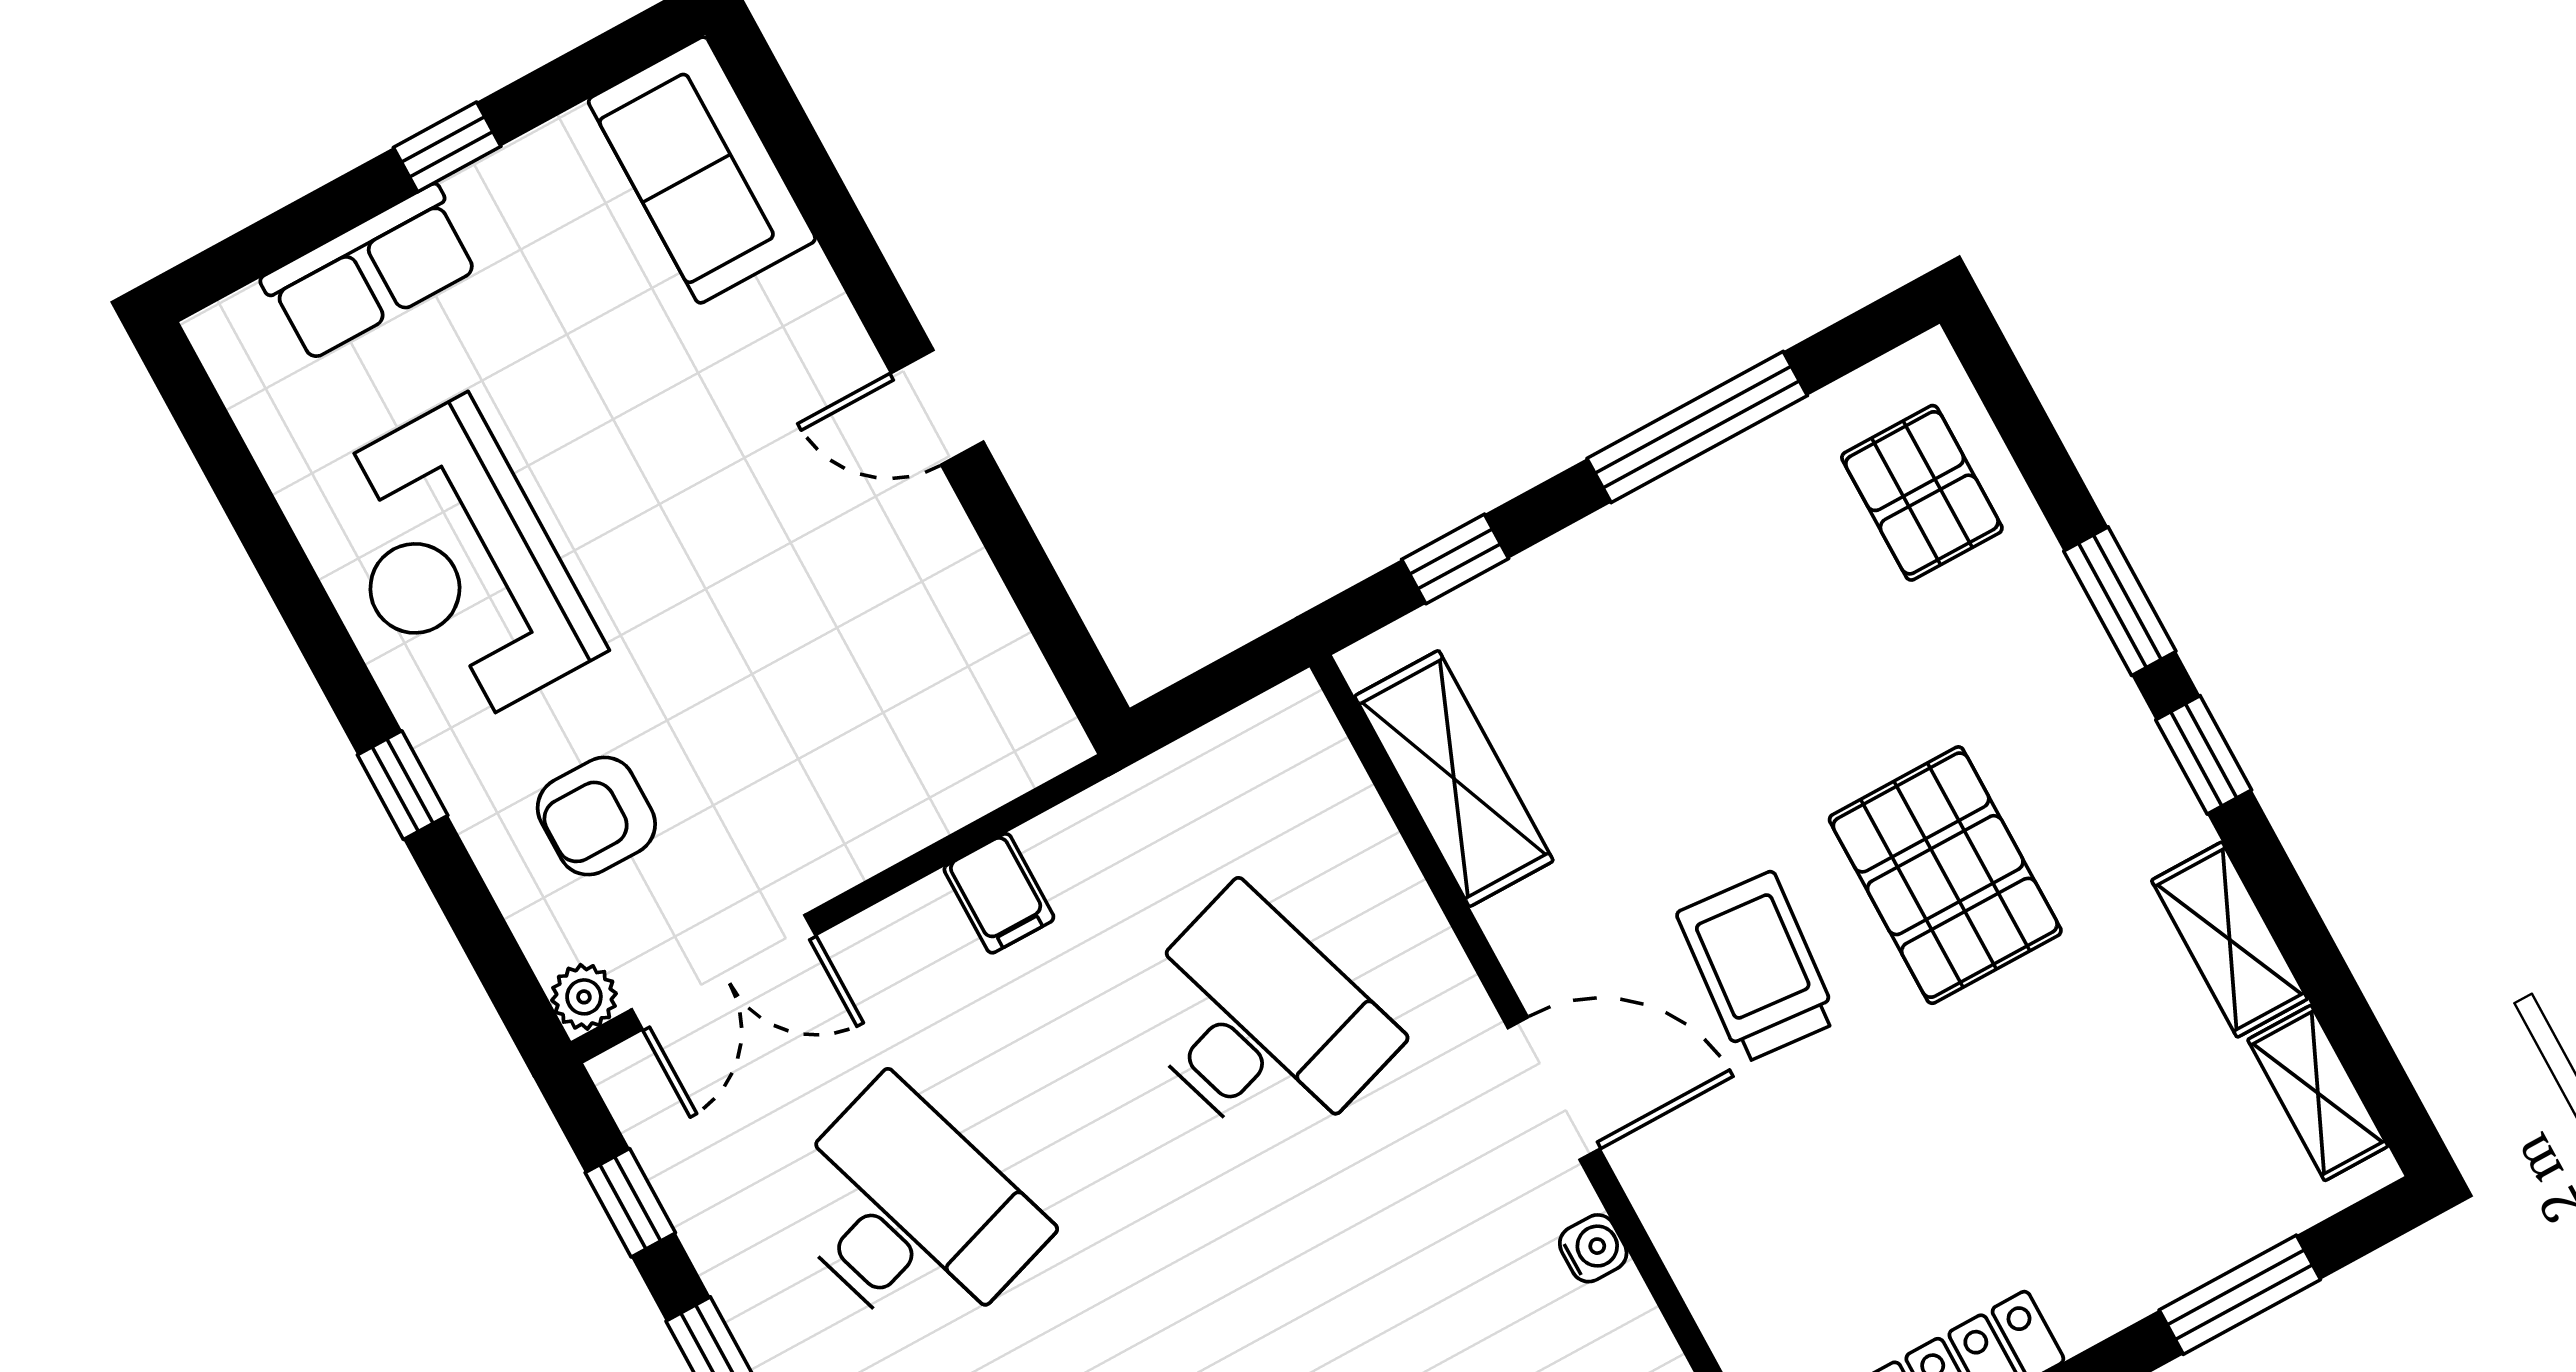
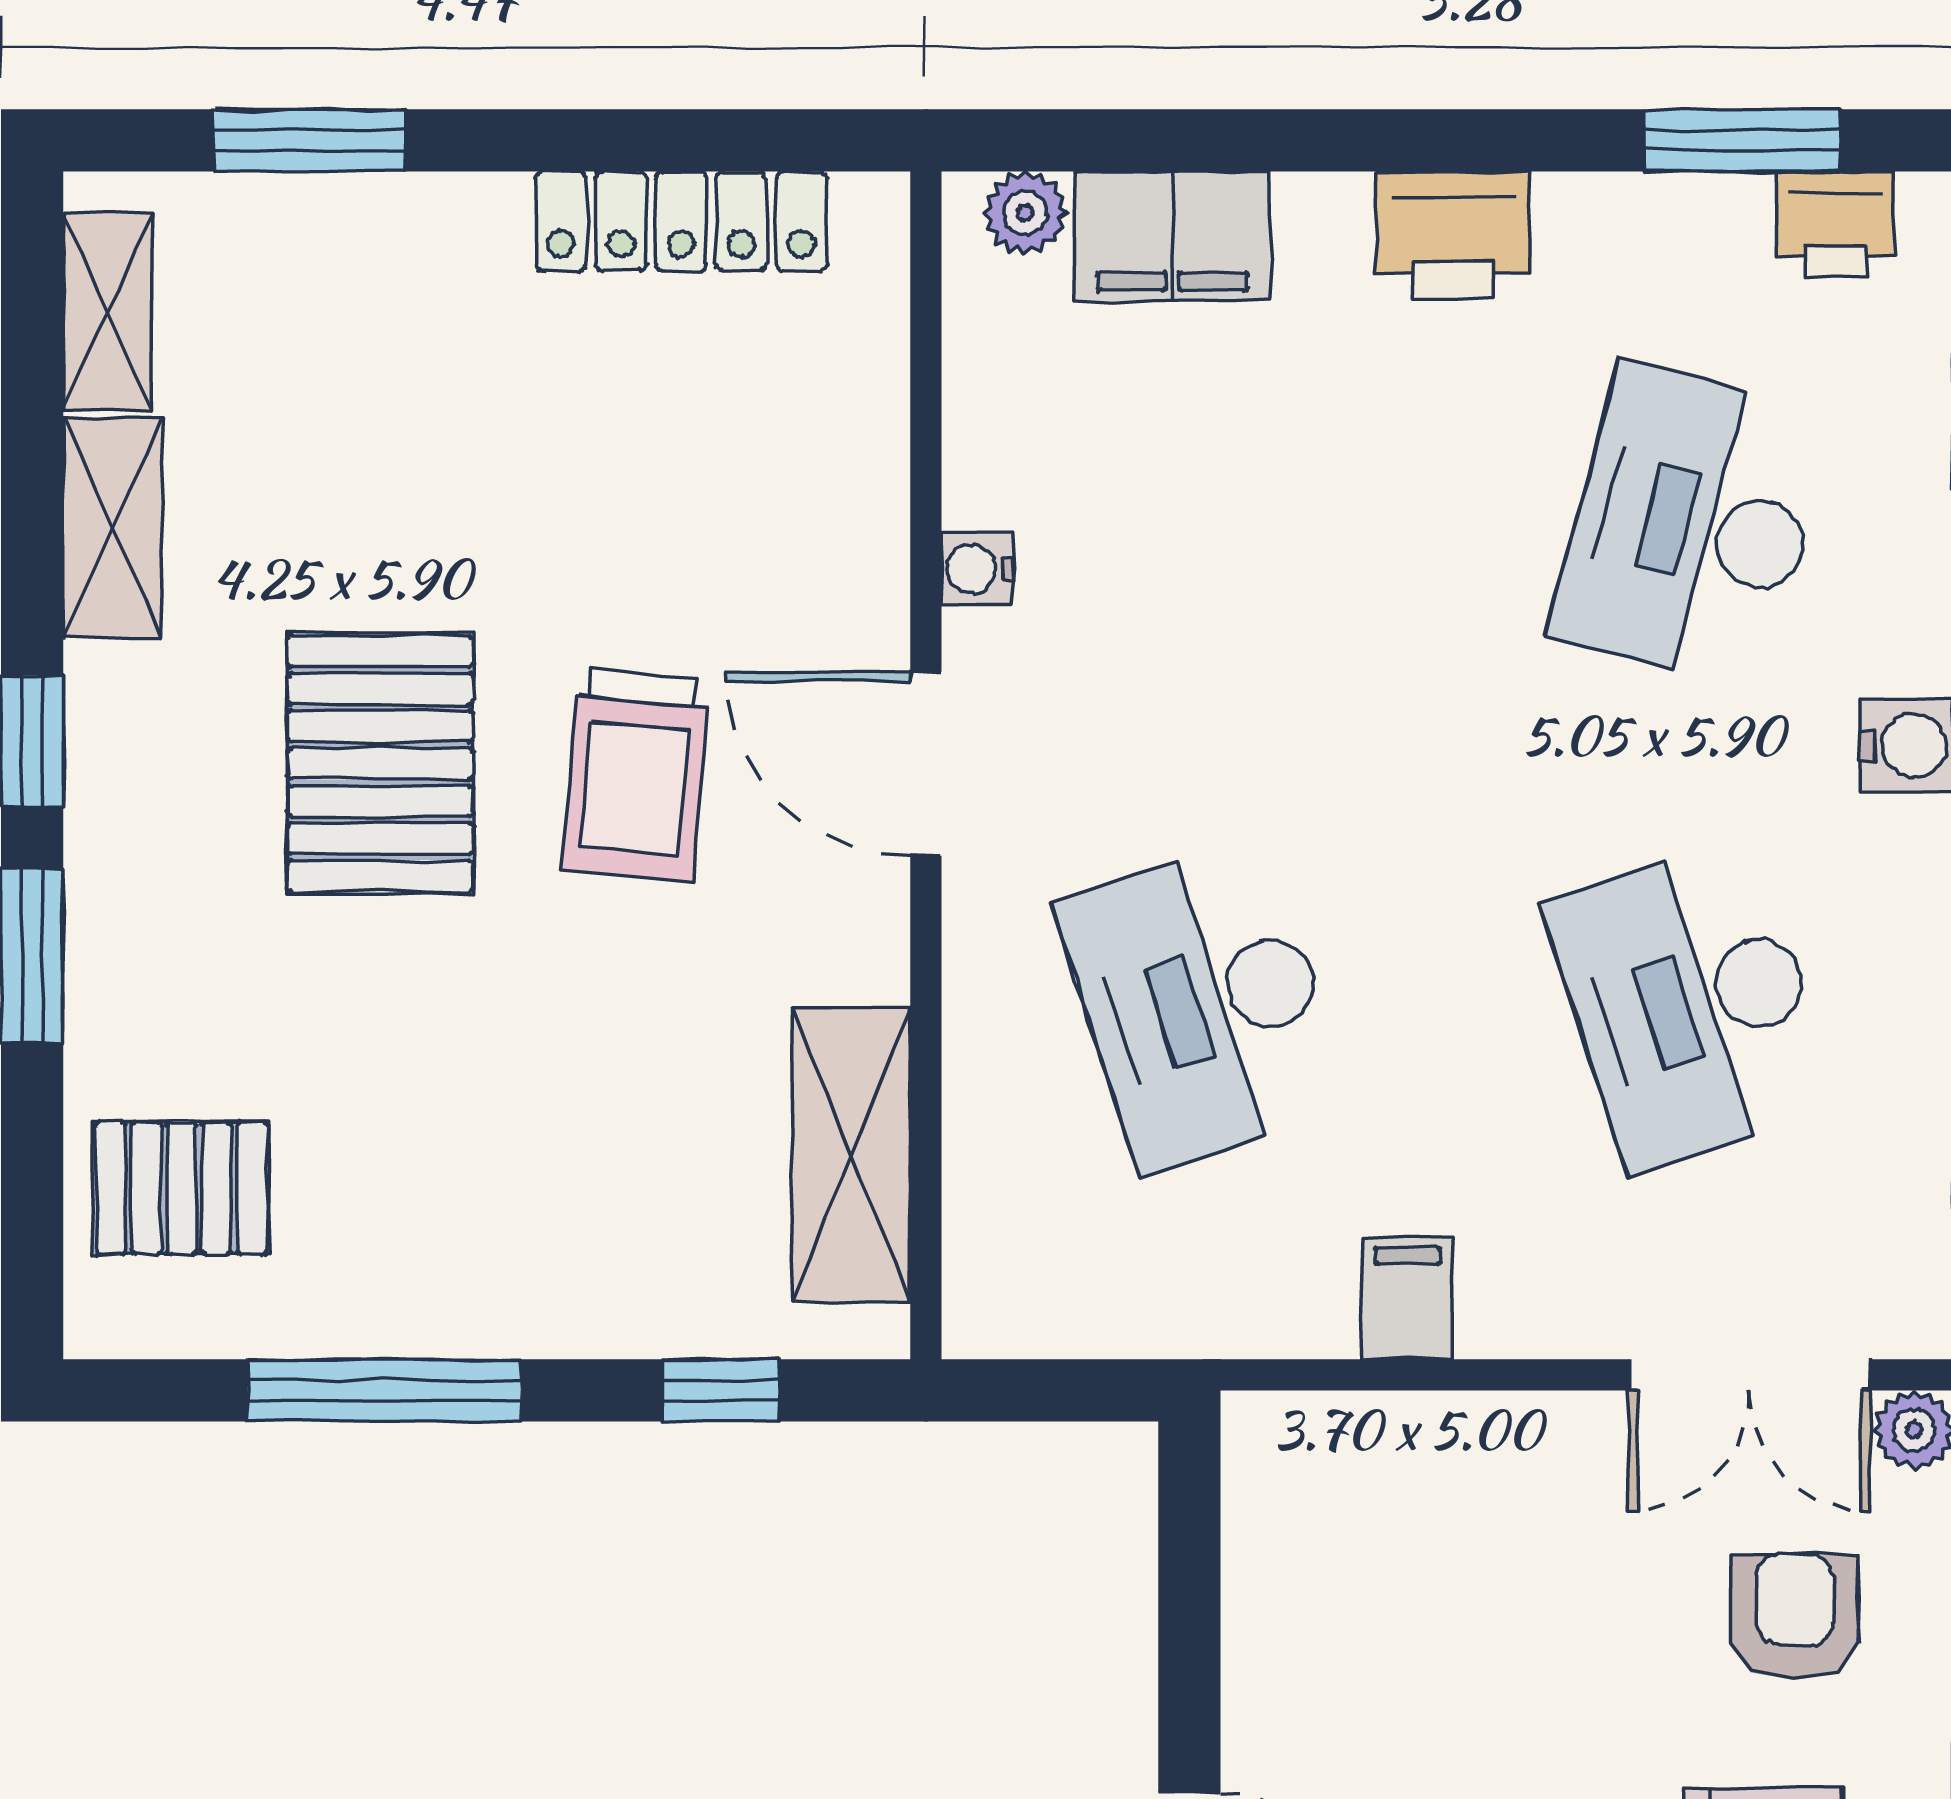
pallet: (1922, 493) -> (181, 1188), turned 90
armchair: (596, 816) -> (1795, 1617), turned -90
double door: (724, 972) -> (1750, 1375), swing flipped

